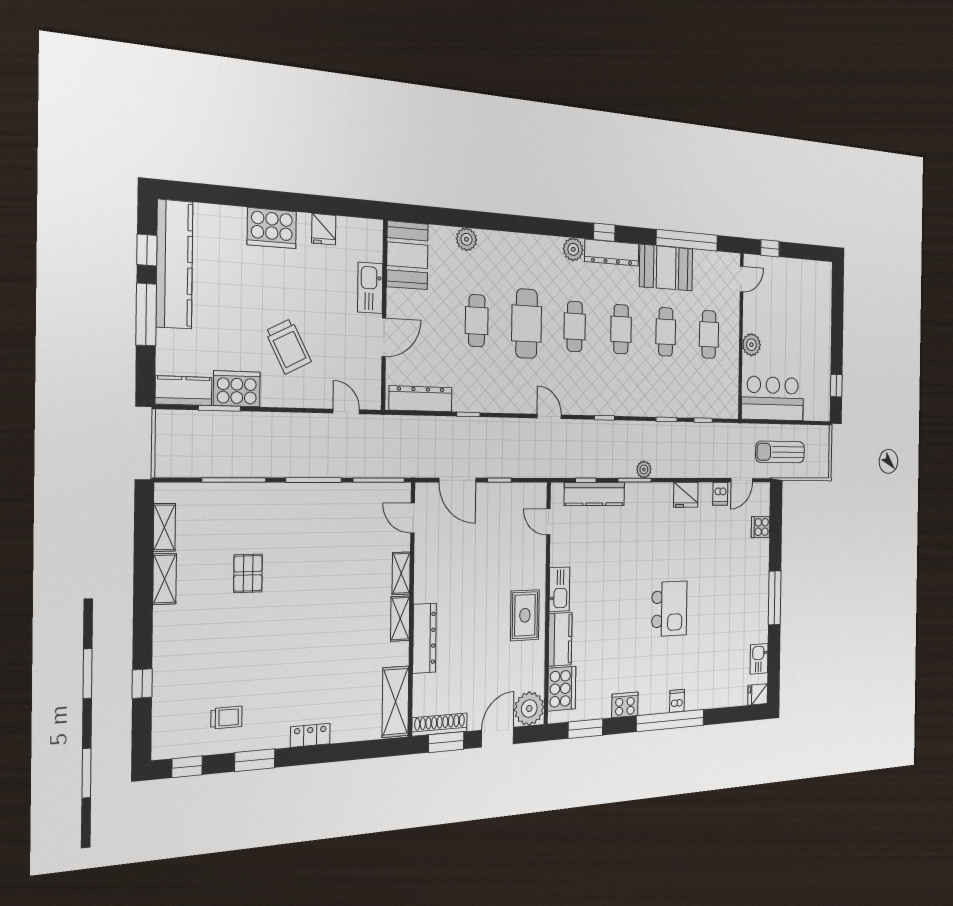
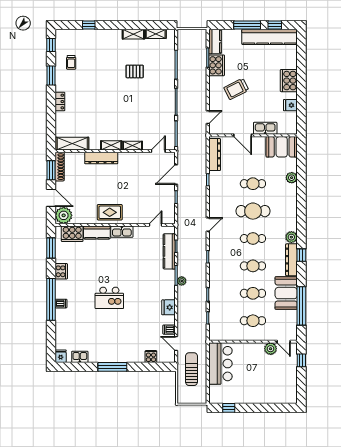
plant: (751, 345) -> (271, 349), moved

